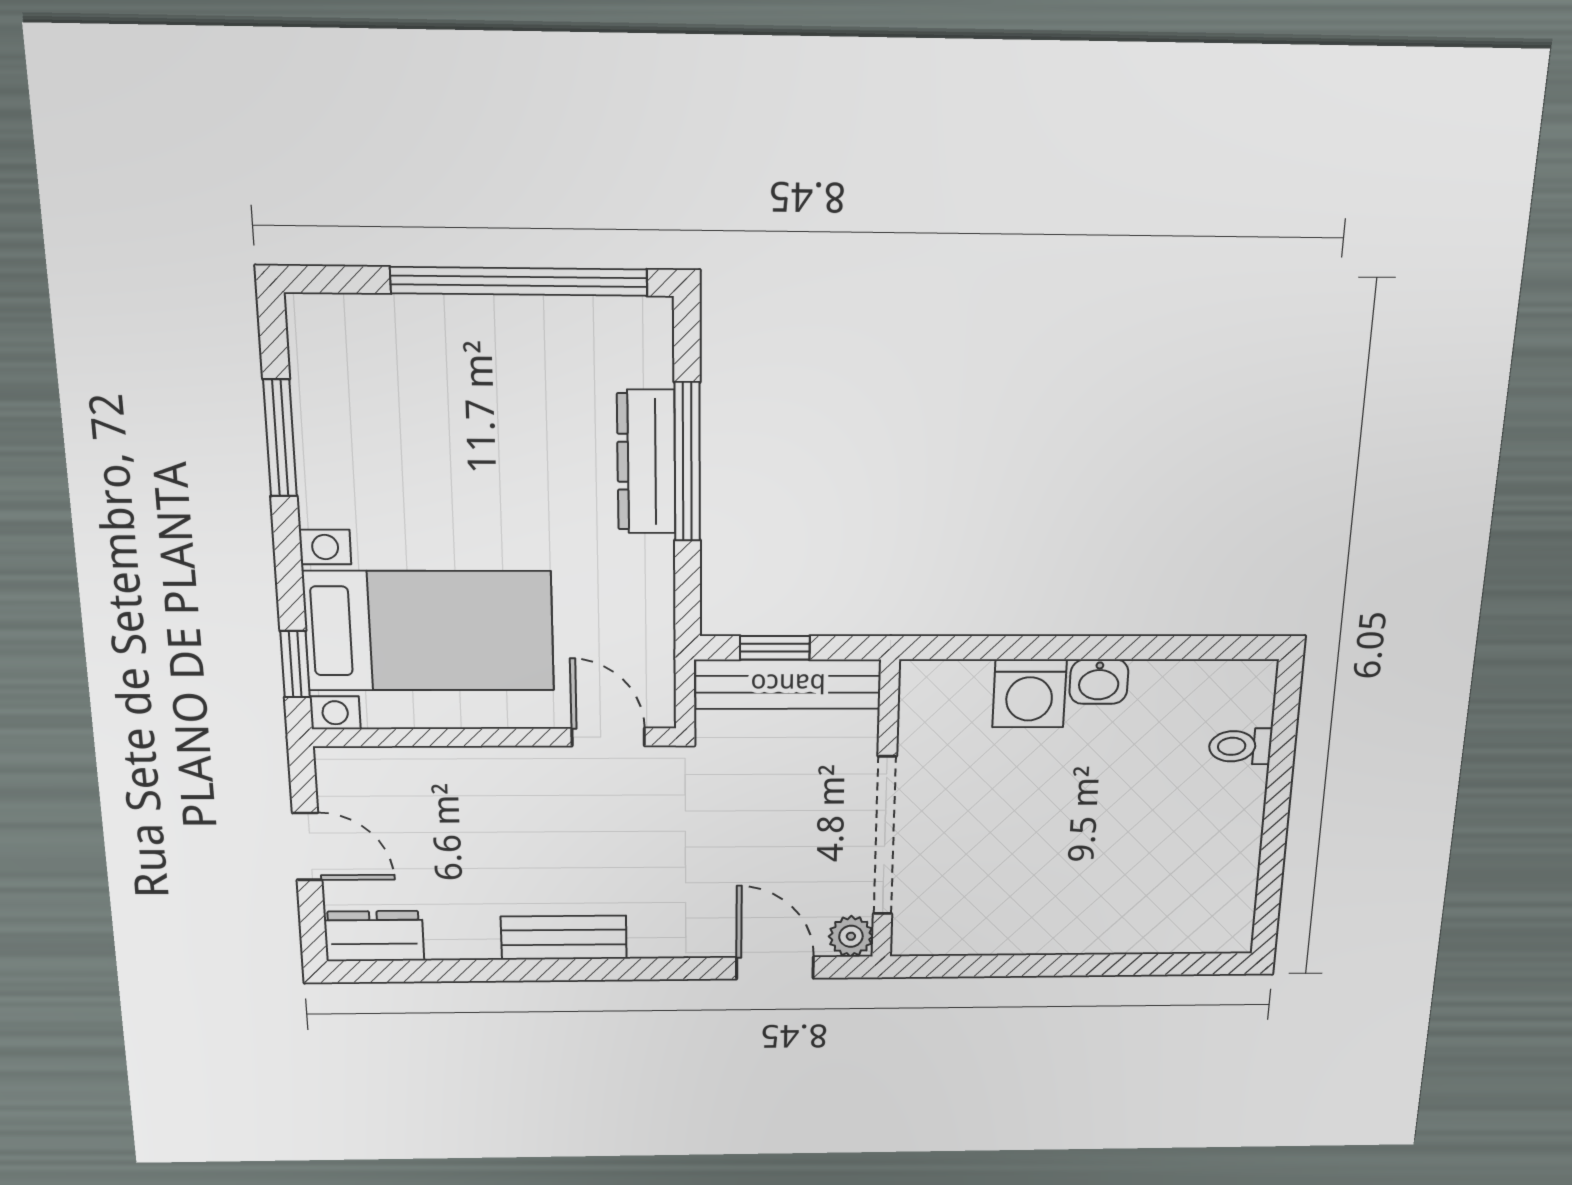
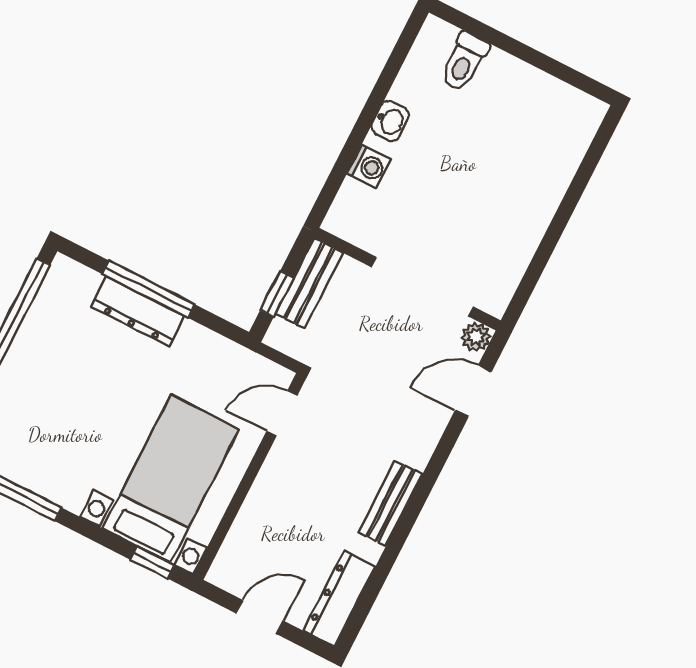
bench: (788, 684) -> (309, 283), width x0.73
washing machine: (1029, 693) -> (369, 166), width x0.73, depth x0.73
toilet: (1240, 746) -> (464, 62), width x1.37, depth x1.39
dresser: (374, 936) -> (339, 599), width x1.44

